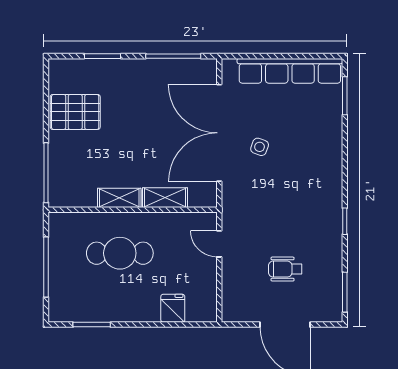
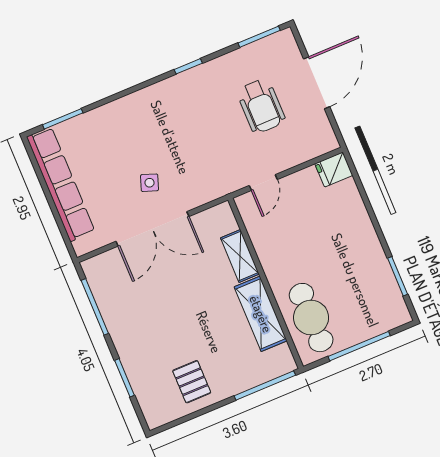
pallet: (75, 112) -> (192, 382), width x0.67, depth x0.71
double door: (219, 133) -> (152, 229), width x0.73
shelving: (119, 198) -> (261, 314), width x1.50, depth x1.33
cafe table: (120, 253) -> (311, 318), moved
wheelchair: (285, 269) -> (261, 106), width x1.36, depth x1.37
fridge: (173, 308) -> (334, 170), moved

